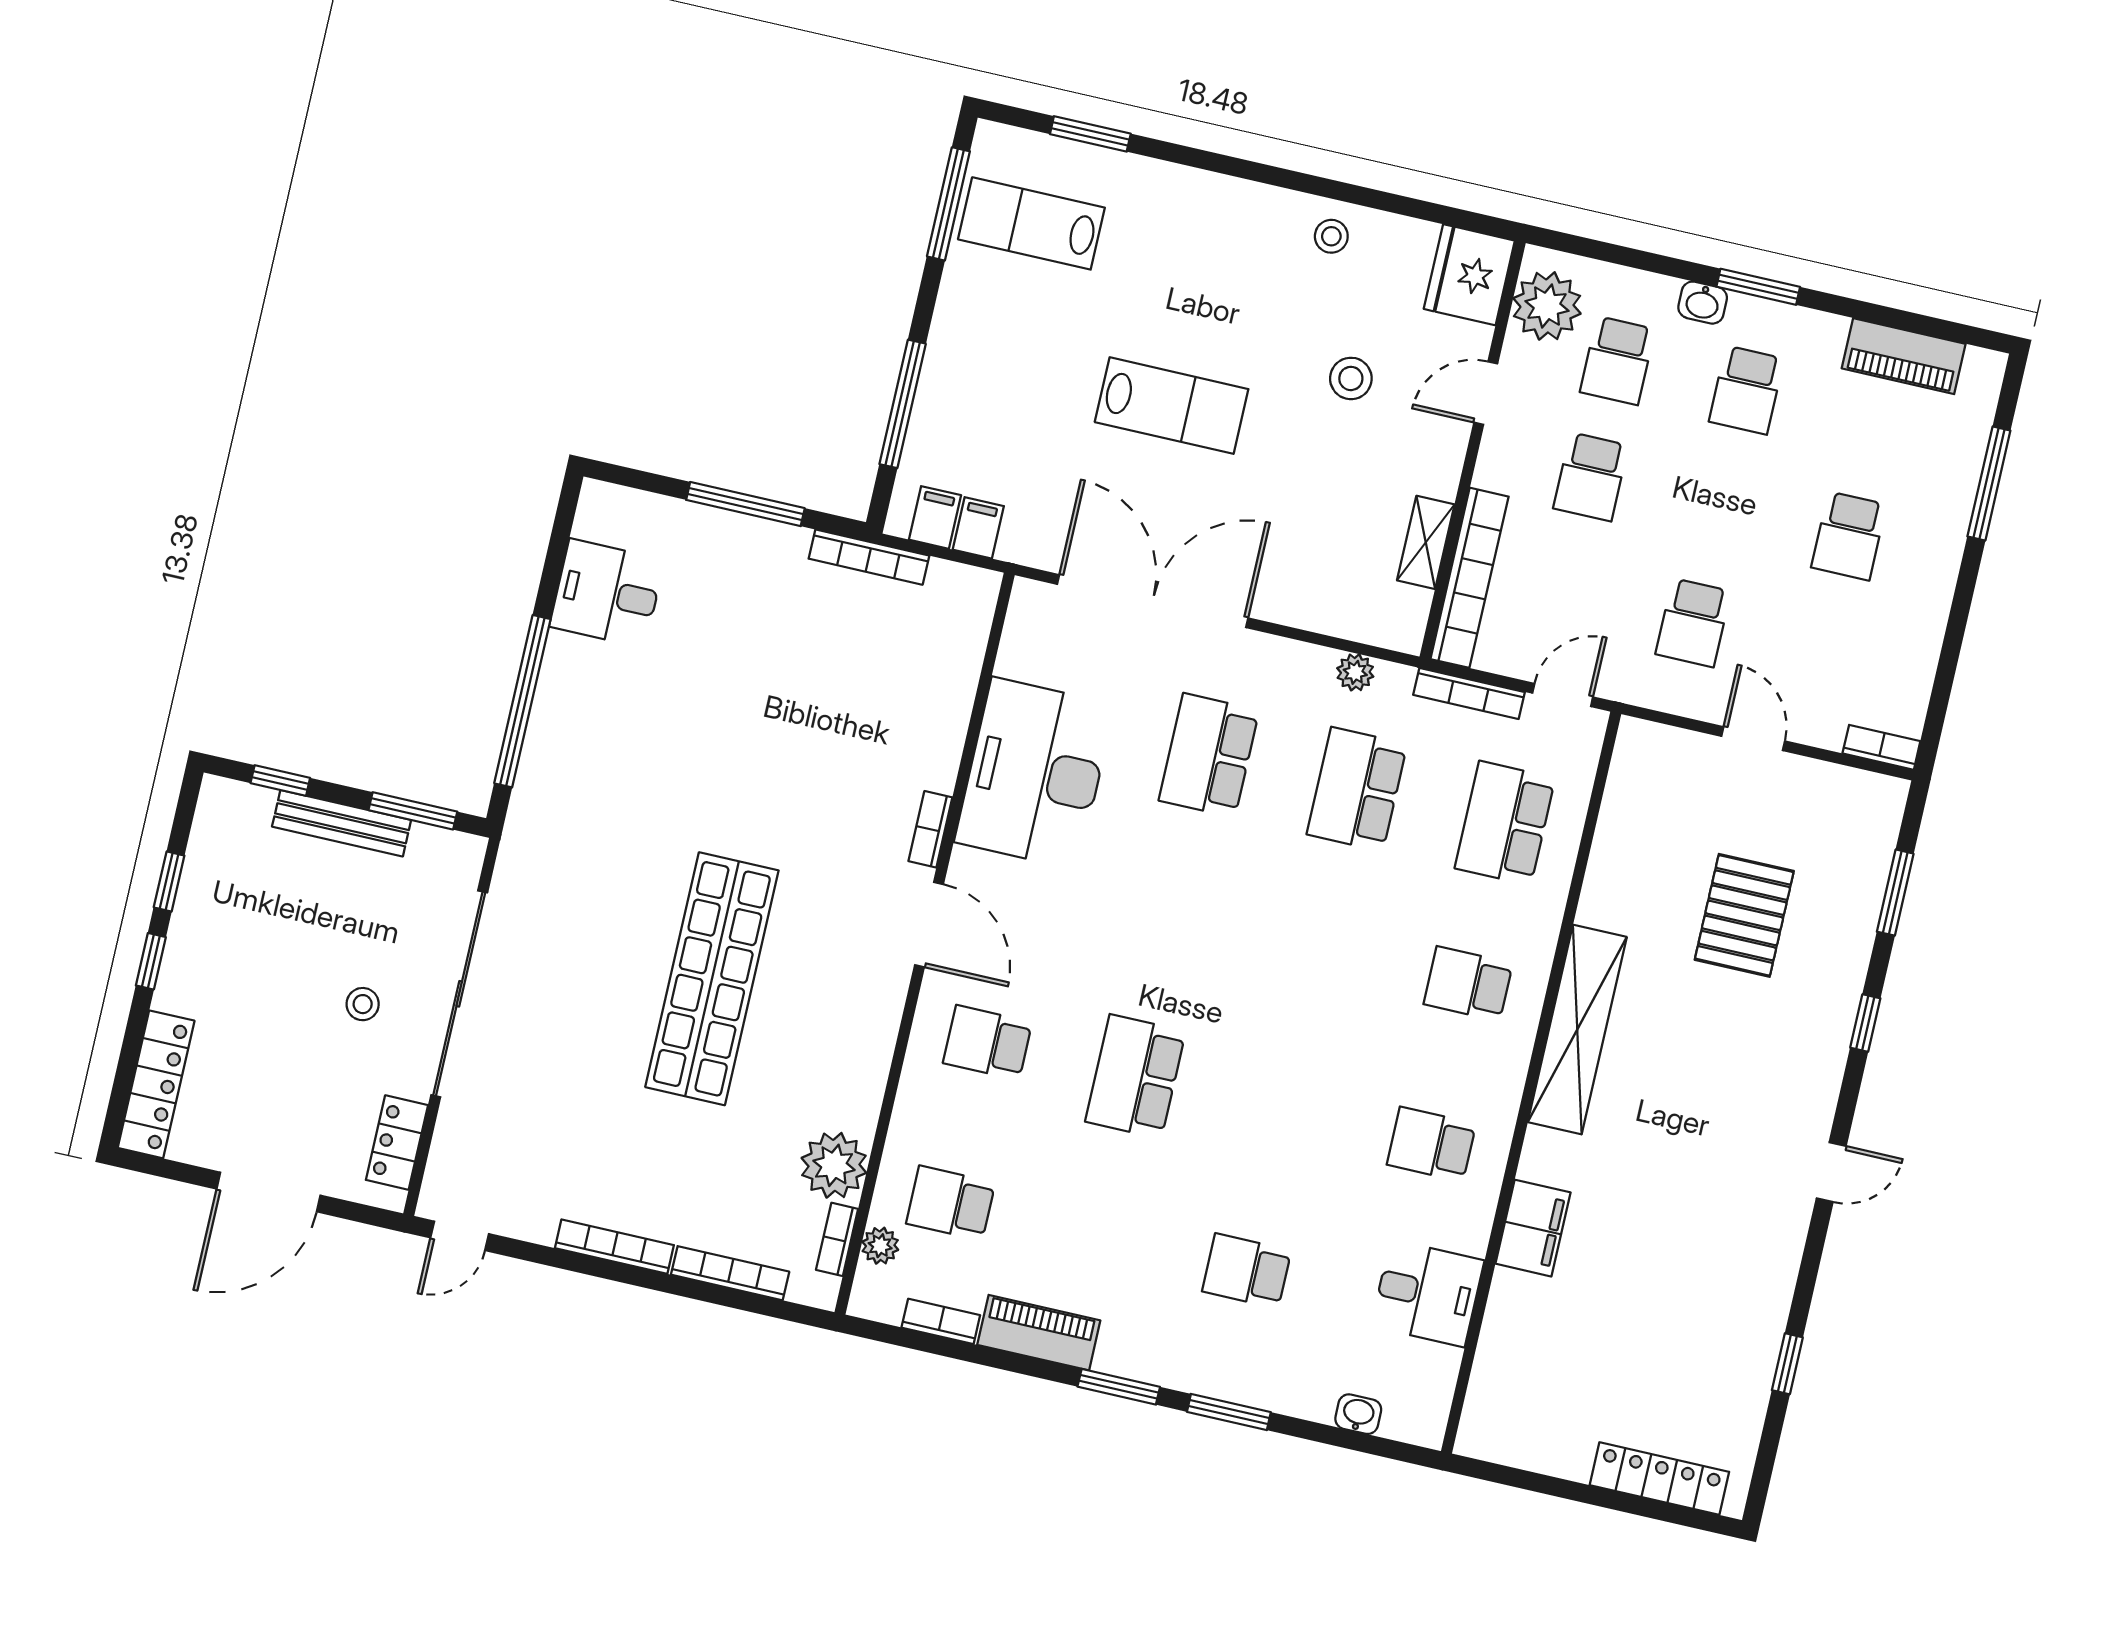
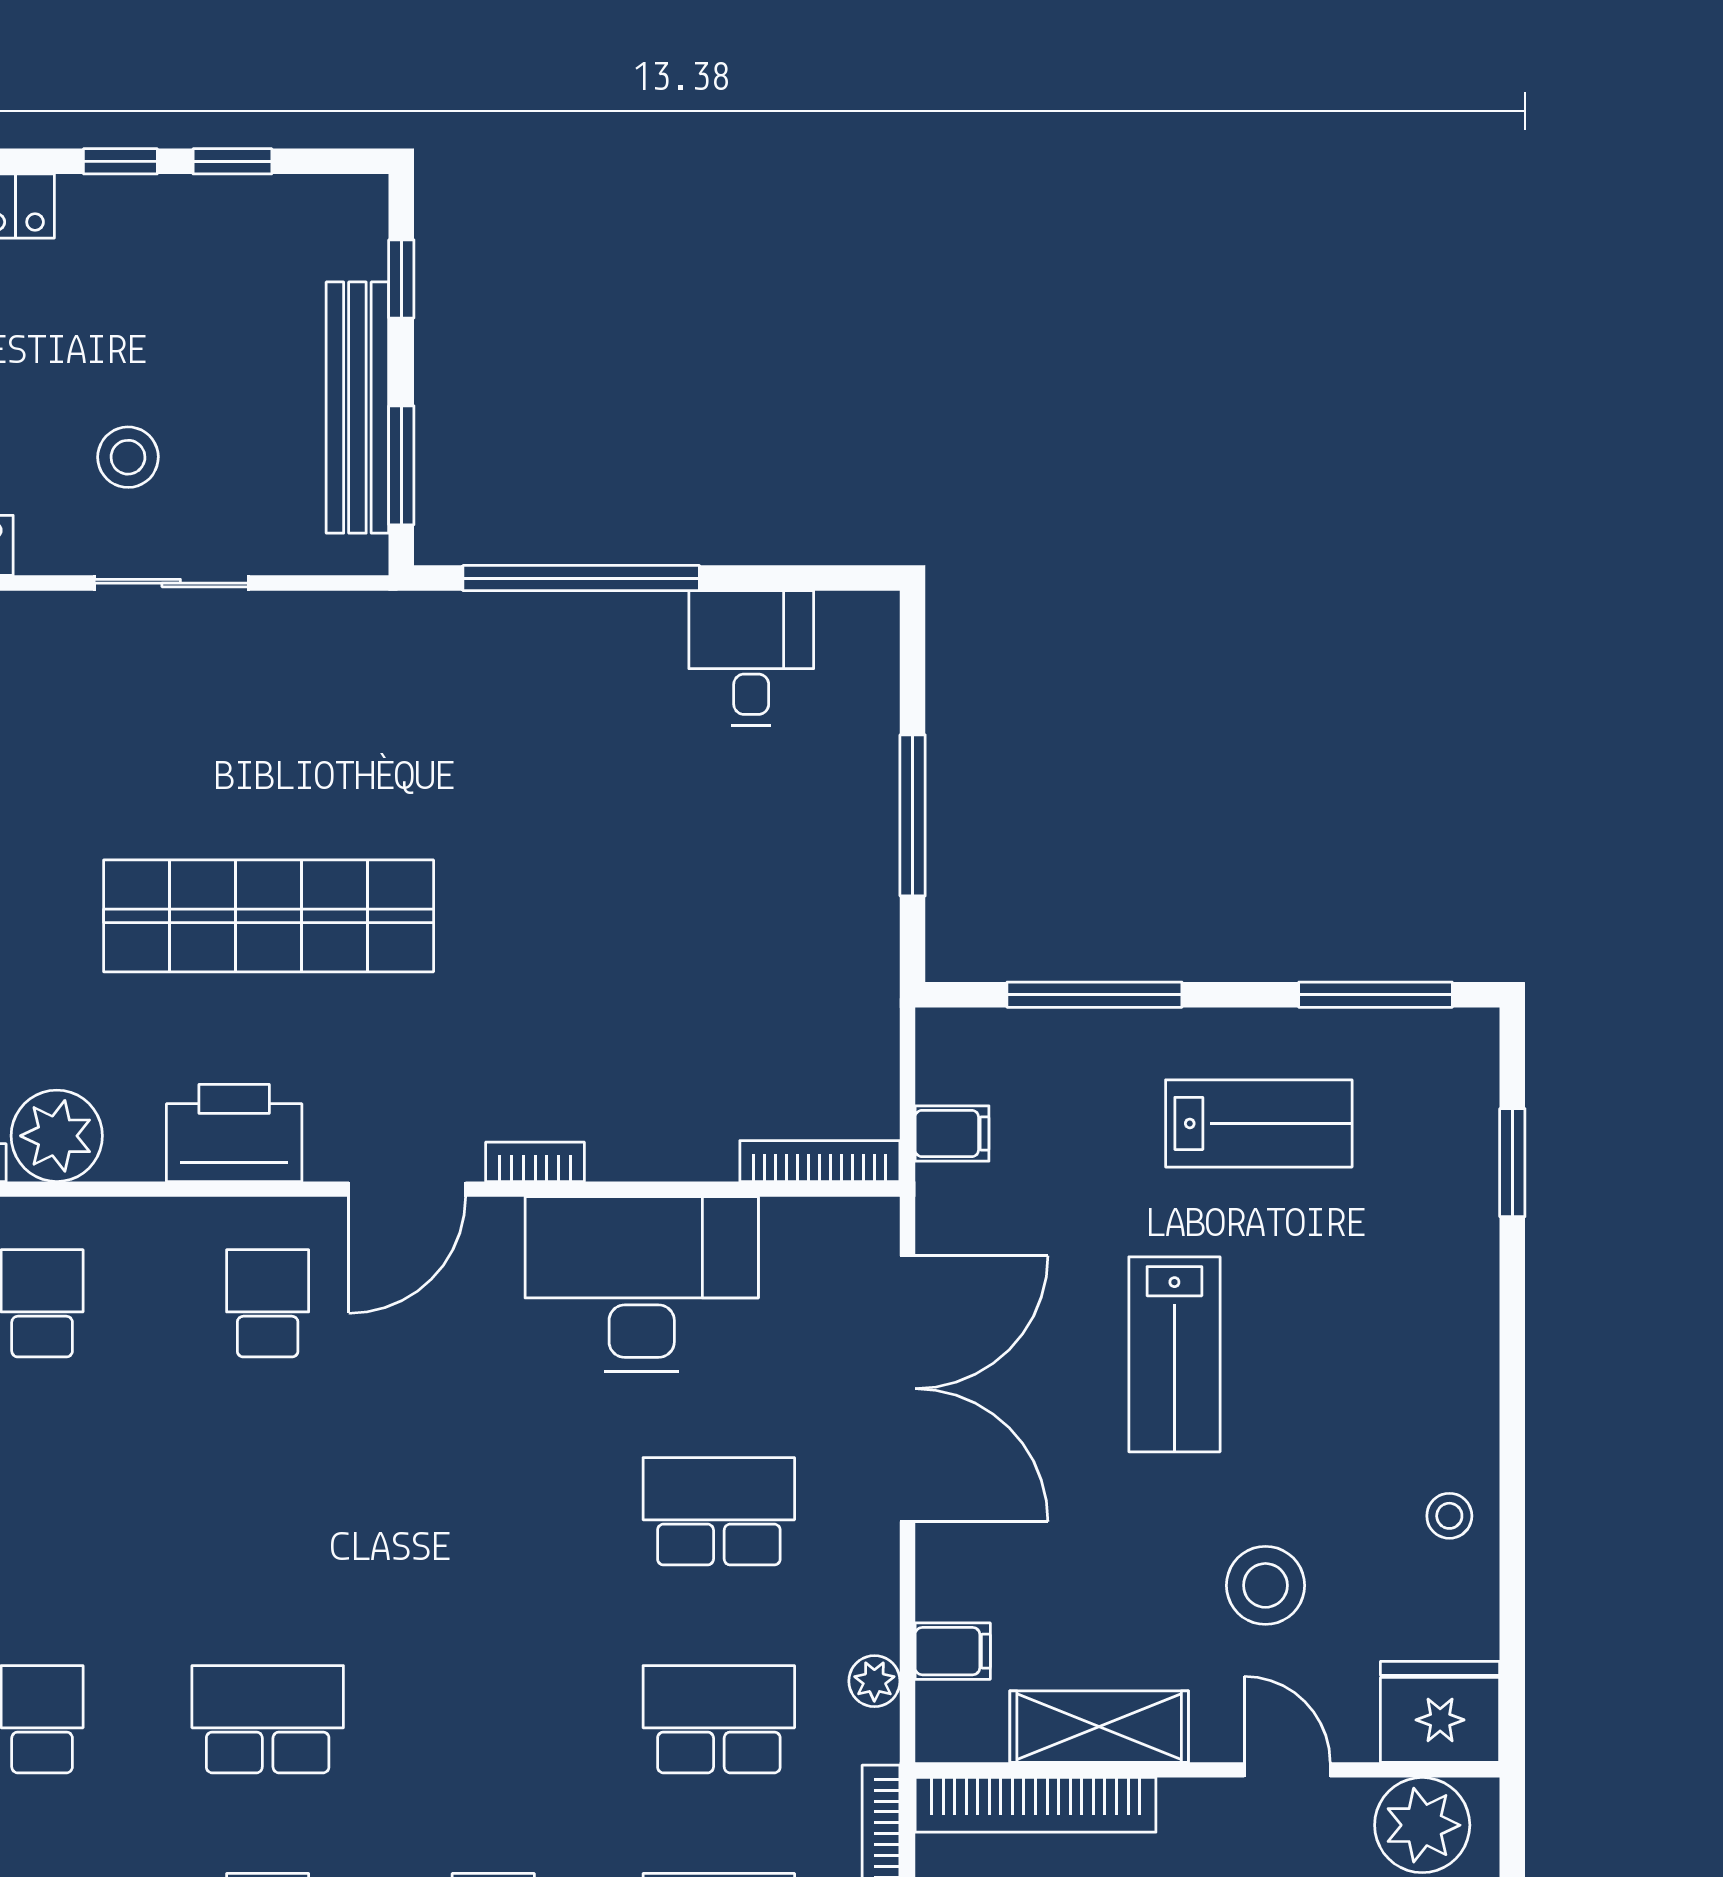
lab bench: (1031, 223) -> (1259, 1123), moved, turned 90
stool: (1351, 378) -> (1265, 1585), width x1.38, depth x1.38
filing cabinet: (935, 517) -> (953, 1651), moved
shelving: (1426, 542) -> (1099, 1727), width x1.50, depth x1.33
bookcase: (869, 557) -> (820, 1161), moved, turned 90
bench: (342, 823) -> (357, 408), width x1.37, depth x1.21
sliding door: (459, 994) -> (171, 583), width x0.54
stool: (363, 1004) -> (128, 457), width x1.37, depth x1.37
printer: (861, 1039) -> (234, 1133), added
school desk: (1135, 1076) -> (268, 1719), moved

